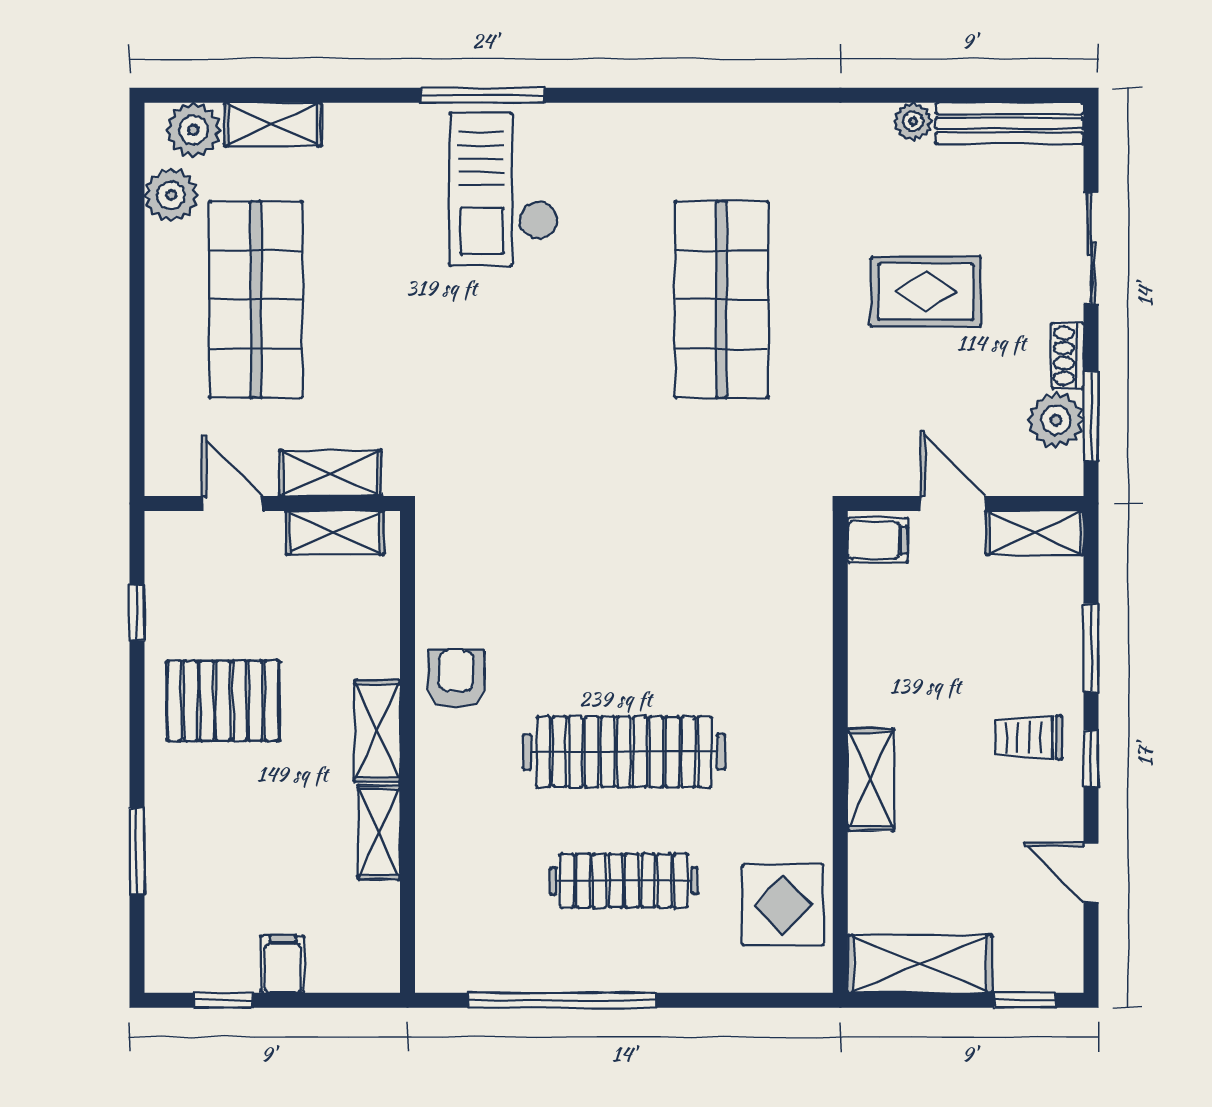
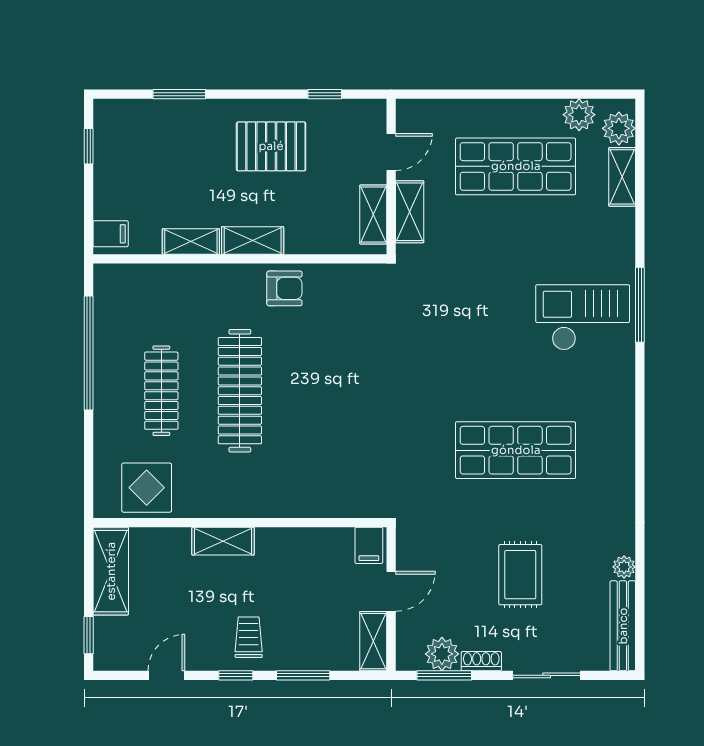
pallet: (223, 701) -> (271, 146), turned 90
filing cabinet: (283, 964) -> (111, 234), moved

